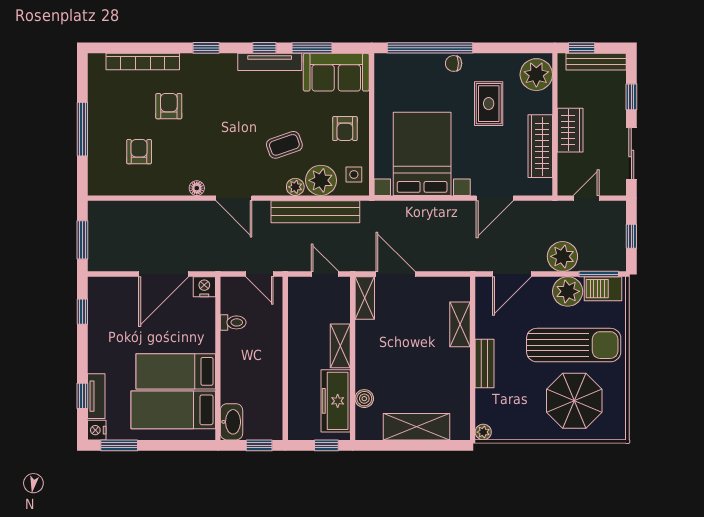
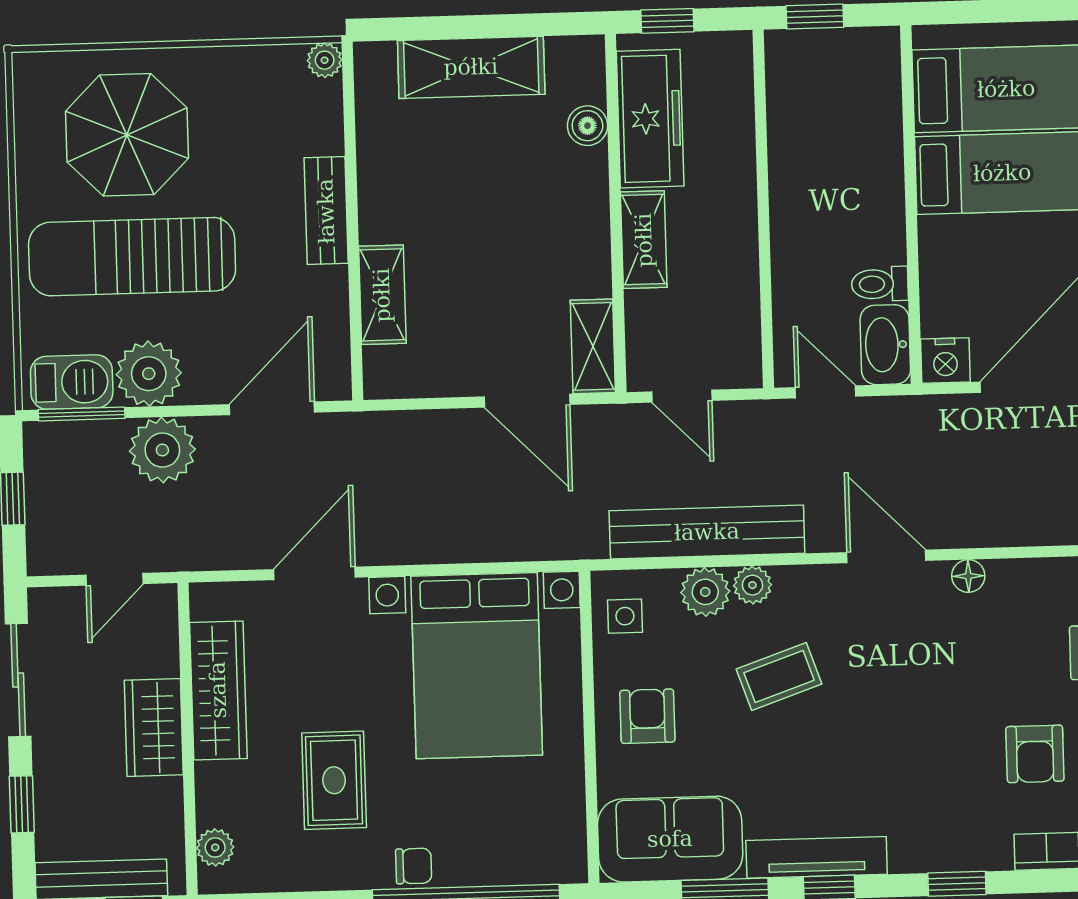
plant: (536, 75) -> (215, 847), width x0.53, depth x0.53
plant: (321, 180) -> (705, 592), width x0.73, depth x0.73
washbasin: (231, 422) -> (885, 345), moved

